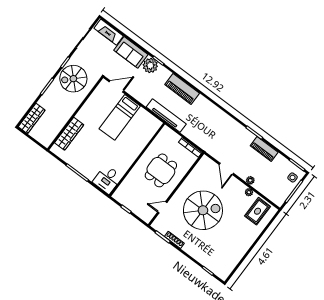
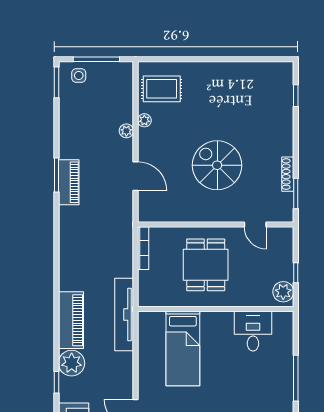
plant: (150, 66) -> (72, 363), moved
bed: (120, 117) -> (183, 348), moved, turned 90
piano: (264, 149) -> (69, 182), moved
door: (226, 169) -> (136, 176), hinge flipped
dining table: (161, 170) -> (206, 265), turned 90
desk: (107, 179) -> (253, 331), moved, turned -90
plant: (121, 197) -> (283, 292), added
spiral stairs: (203, 210) -> (217, 165), width x0.73, depth x0.73

